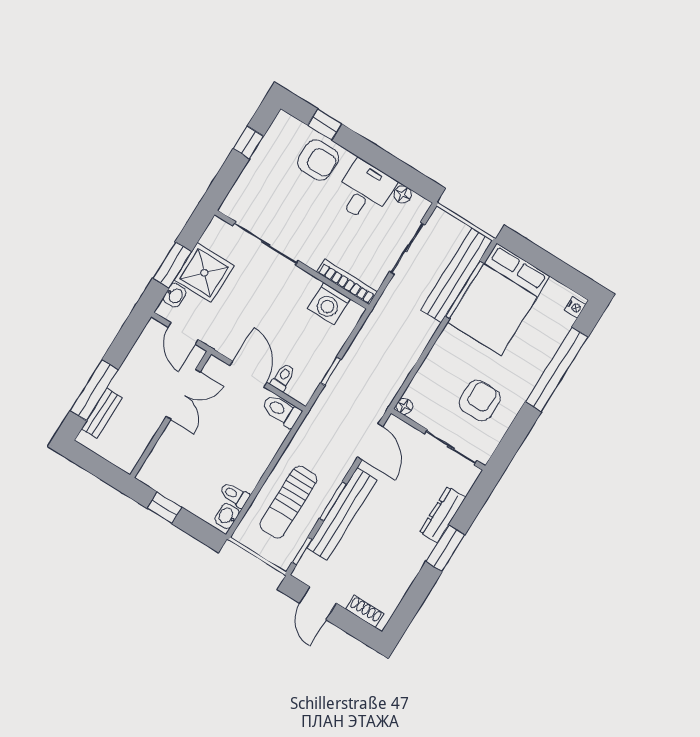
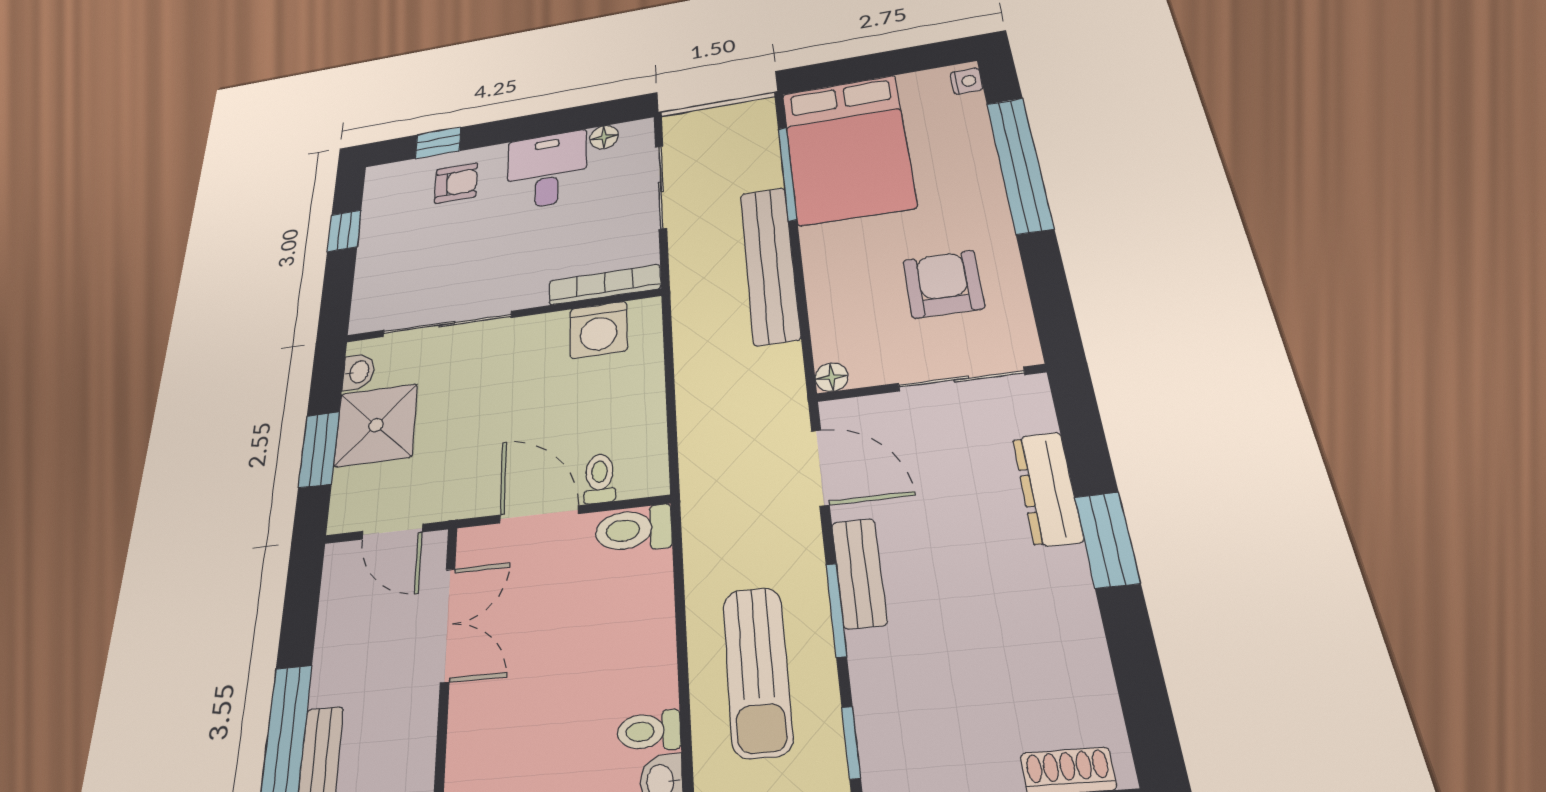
armchair: (318, 160) -> (456, 183), width x0.72, depth x0.72
bench: (457, 275) -> (770, 264), moved
washbasin: (175, 295) -> (358, 372), moved
window: (331, 371) -> (671, 415), removed
bench: (342, 514) -> (859, 573), width x0.54, depth x0.82

